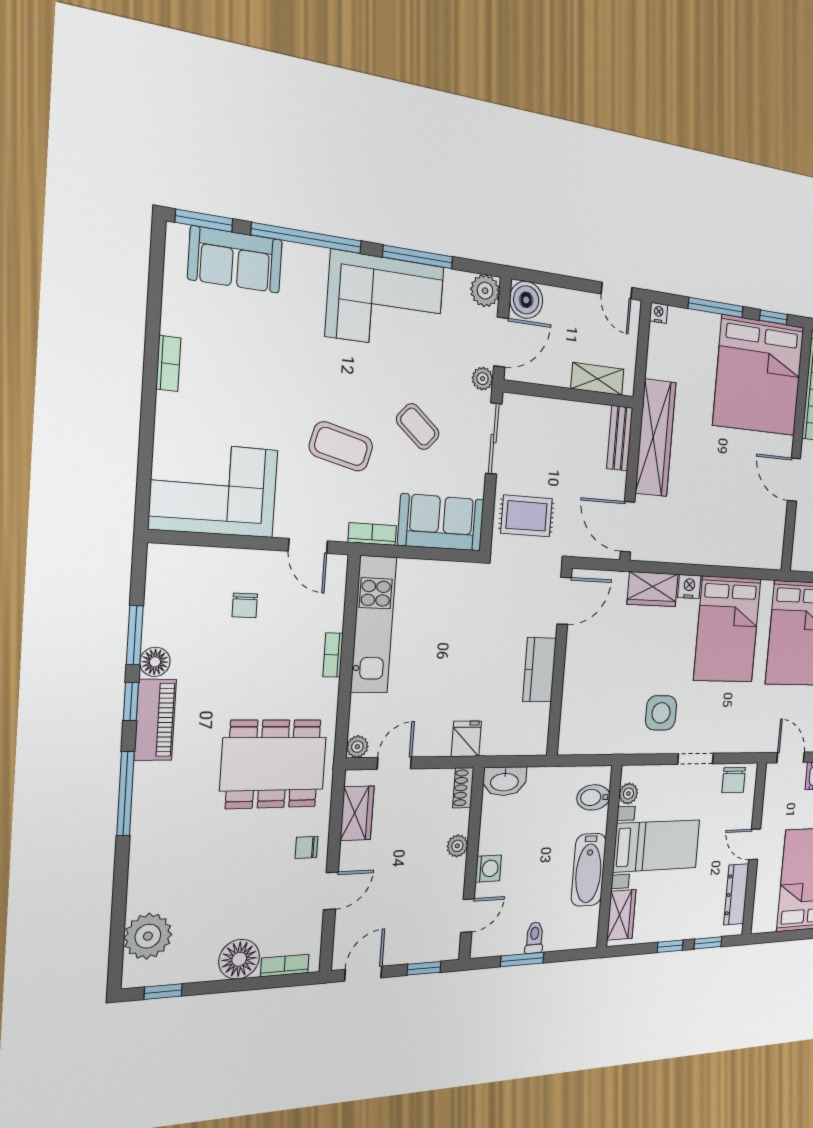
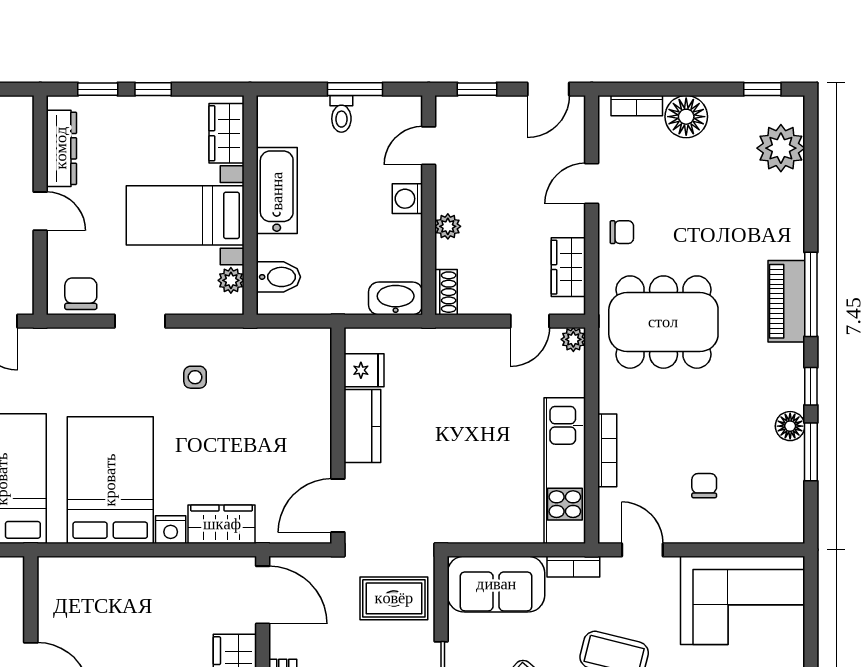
bookcase: (333, 655) -> (607, 450), width x1.56
side table: (661, 713) -> (195, 377), width x0.54, depth x0.54
piano: (155, 720) -> (786, 301), moved
fridge: (466, 739) -> (364, 370), moved, turned -90

